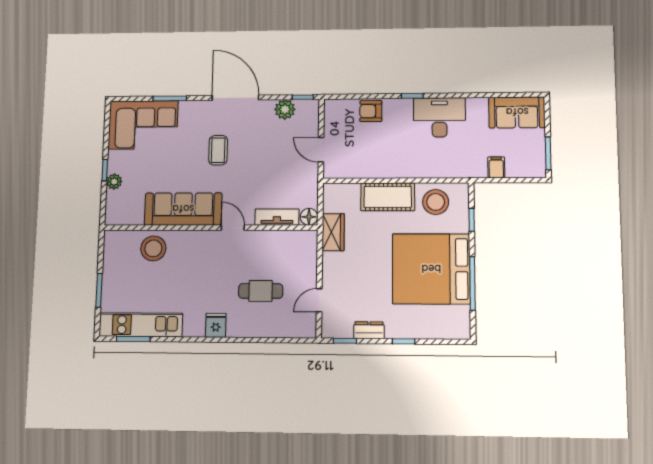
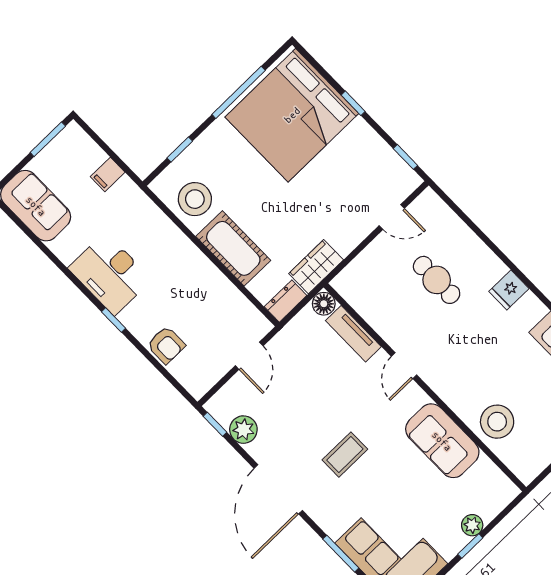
sofa: (183, 209) -> (442, 441), width x0.73
bed: (431, 269) -> (292, 115), moved, turned 90
dresser: (369, 330) -> (286, 301), moved, turned 90

